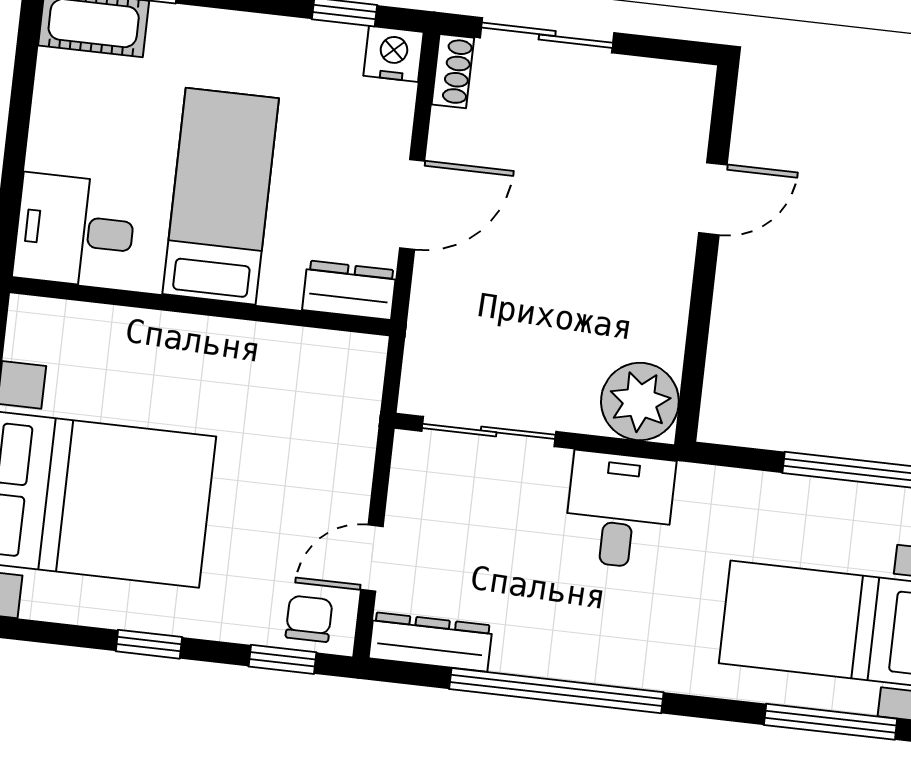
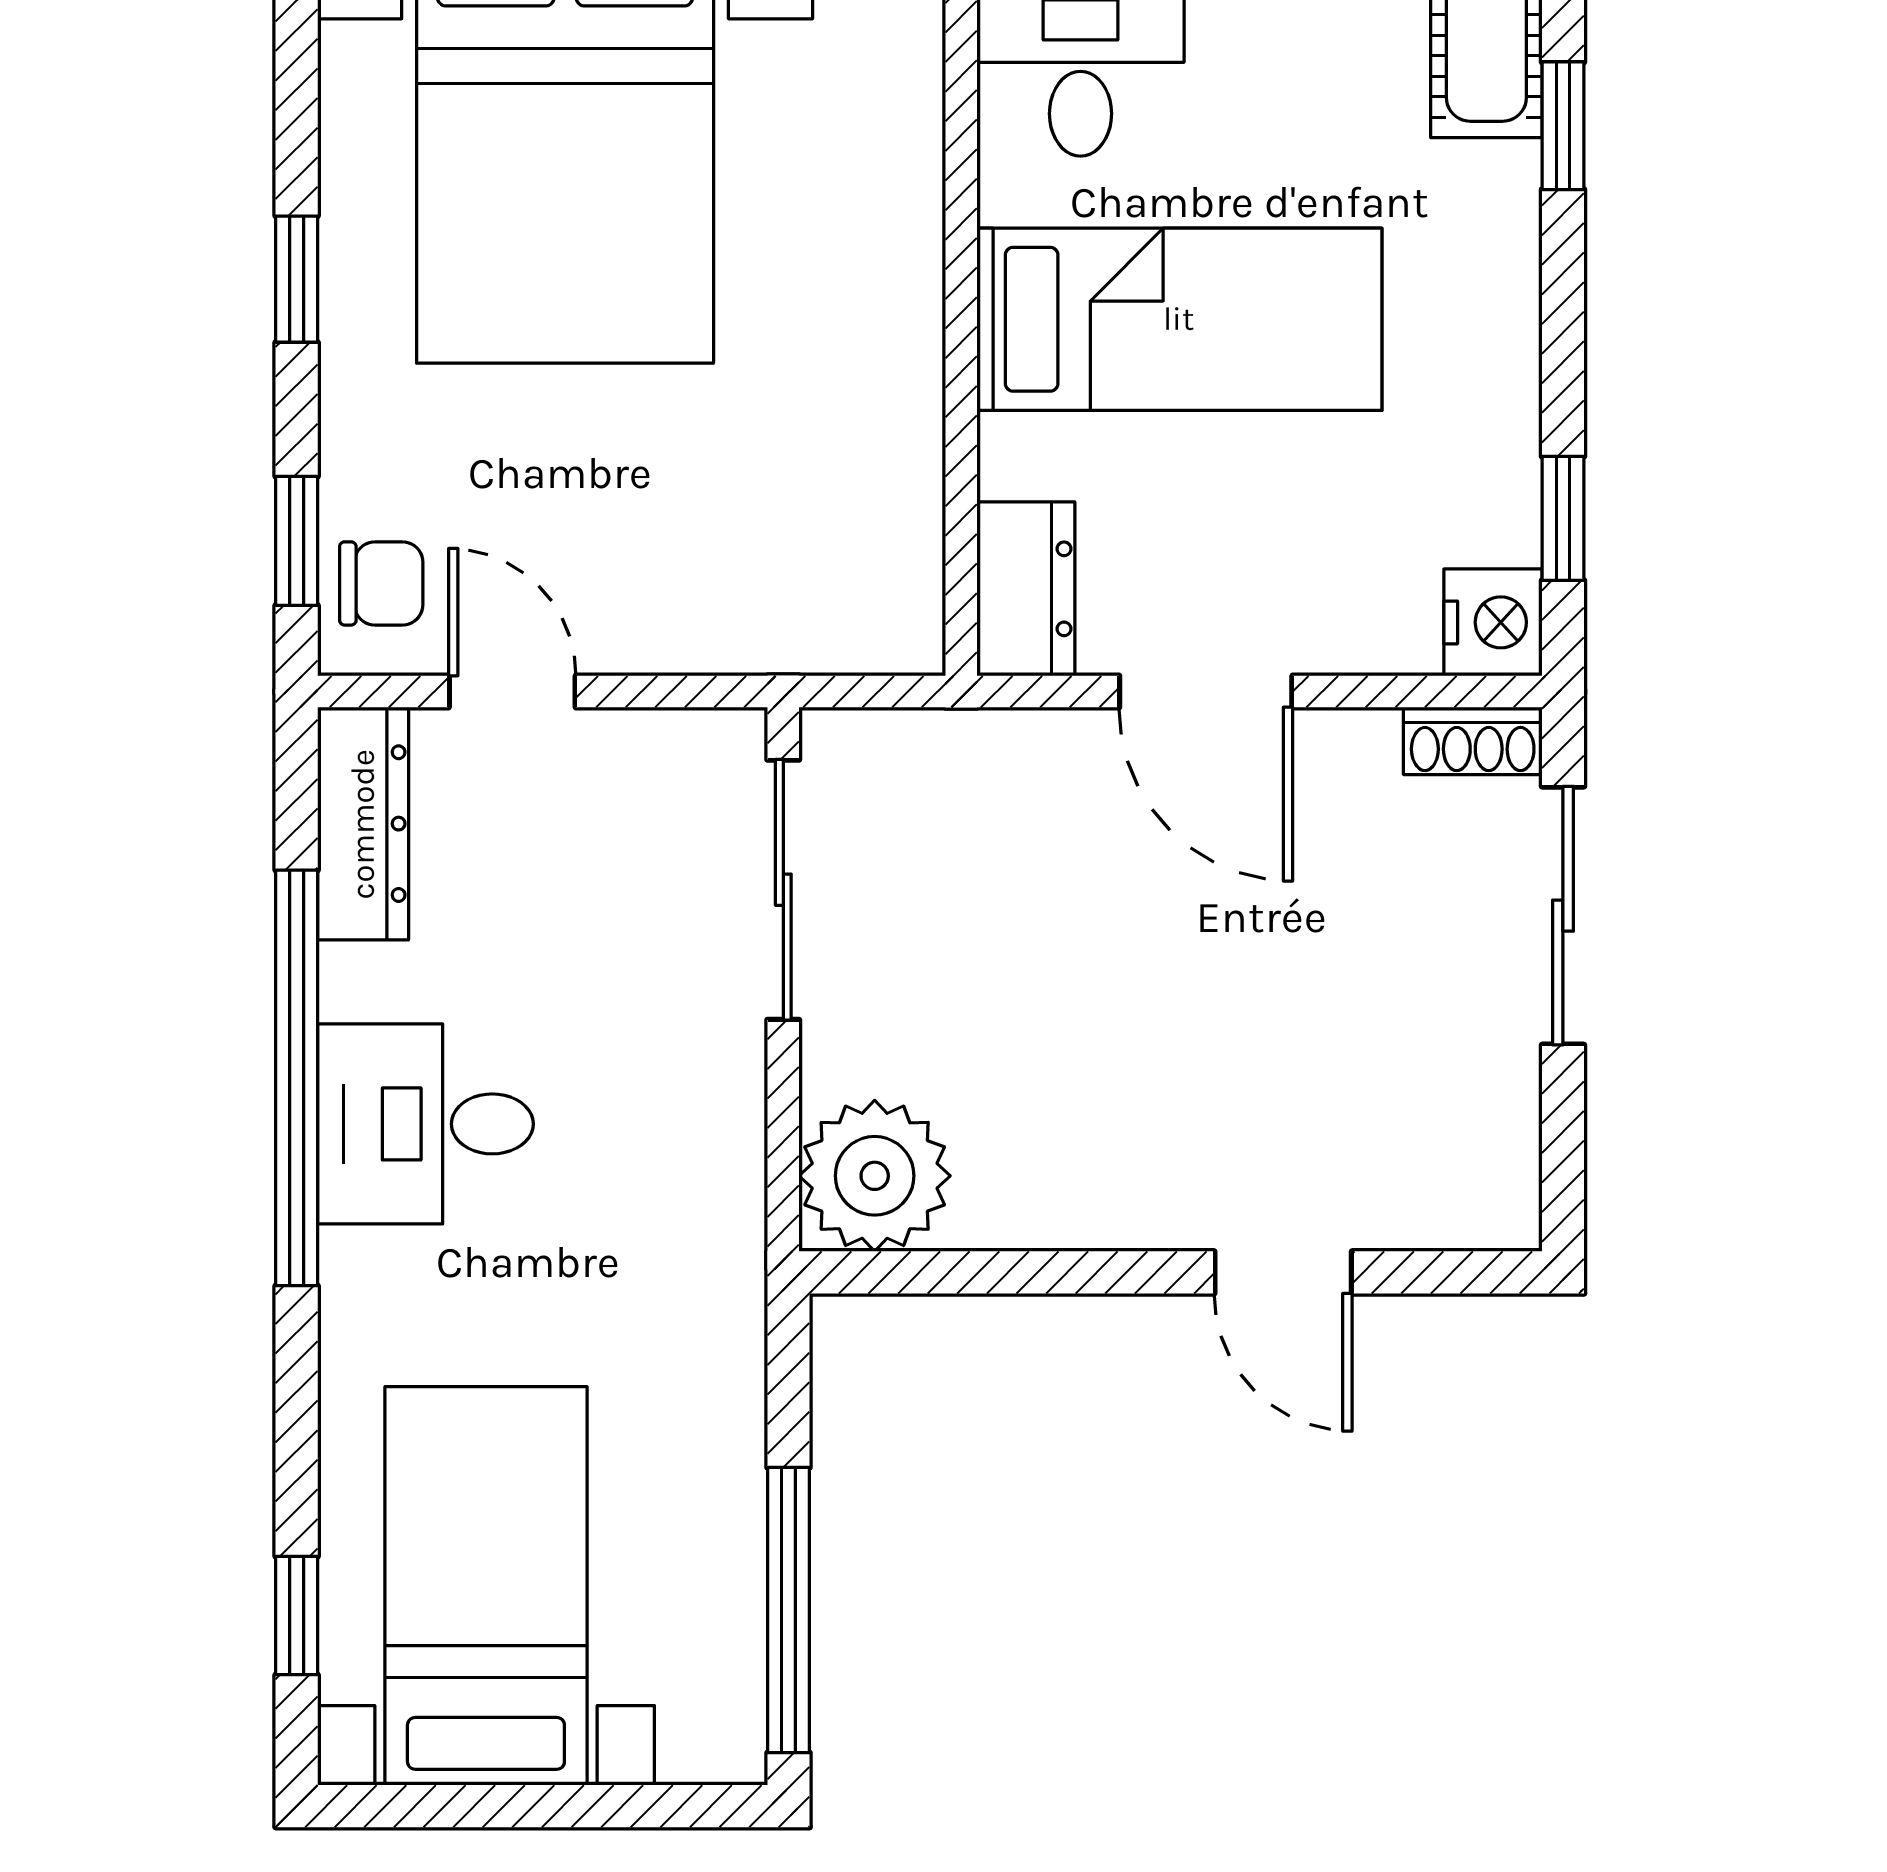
desk: (619, 510) -> (425, 1124), moved, turned 180
window: (831, 722) -> (297, 1616), width x0.46

